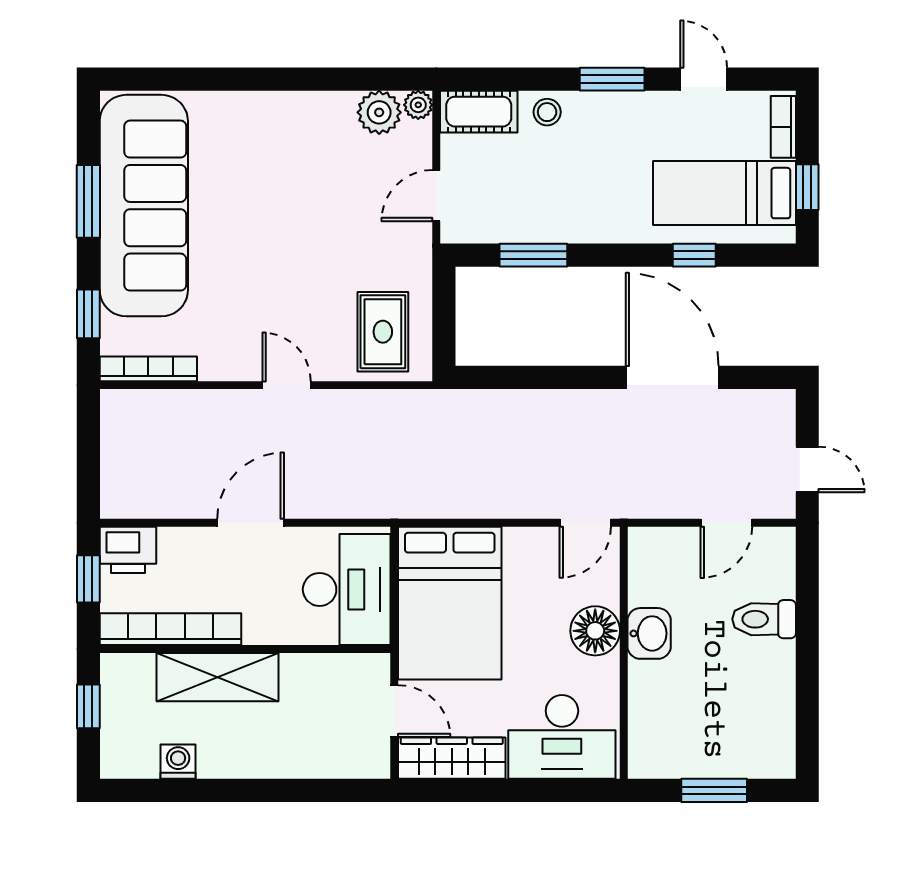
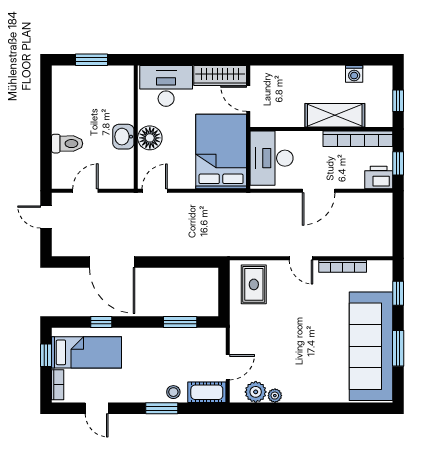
window: (612, 79) -> (162, 408), moved
plant: (418, 105) -> (275, 396), moved
door: (436, 196) -> (228, 367), moved
bookcase: (148, 369) -> (343, 266), moved

